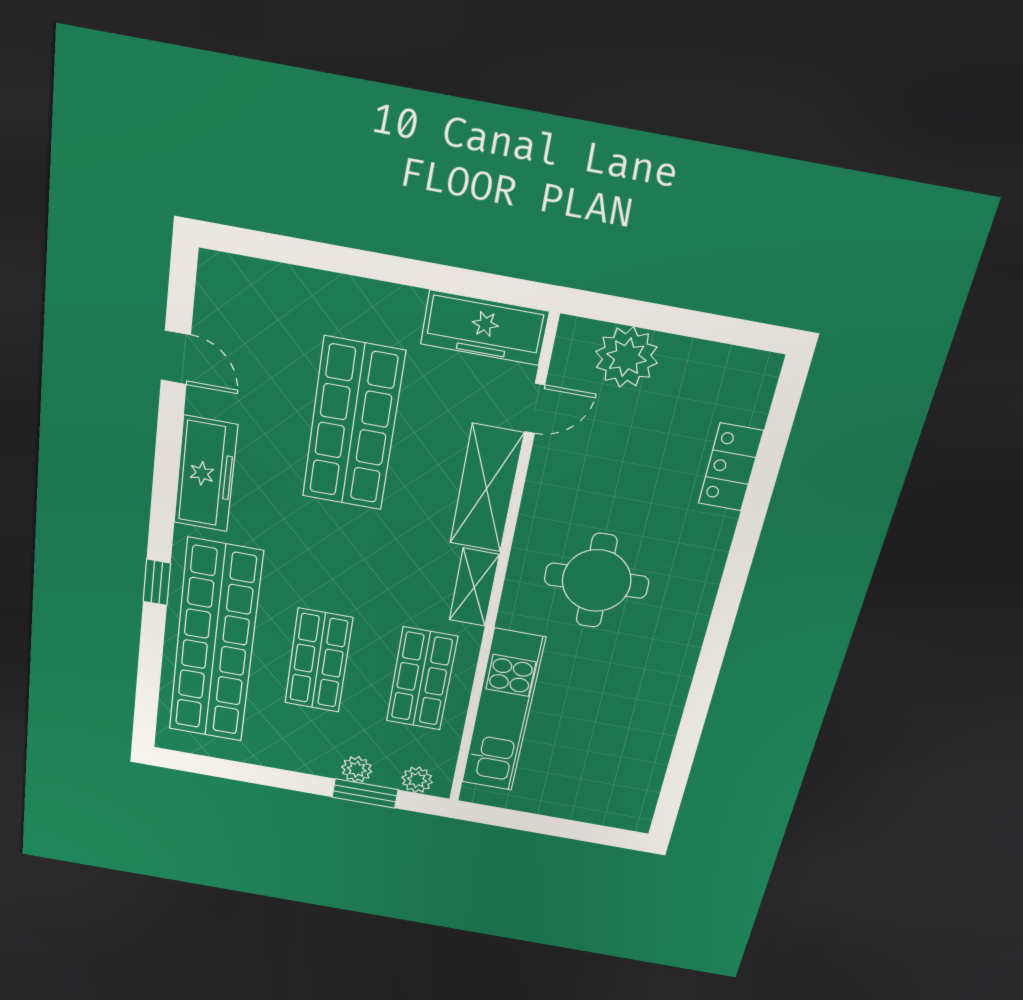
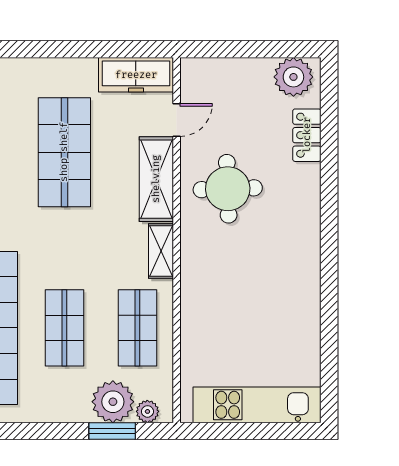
plant: (627, 357) -> (293, 77), moved
round table: (597, 581) -> (228, 189), moved
kitchen unit: (503, 711) -> (257, 405), moved, turned -90
plant: (357, 769) -> (113, 402), width x1.87, depth x1.87

